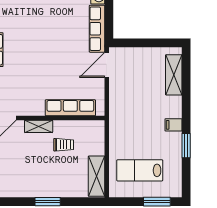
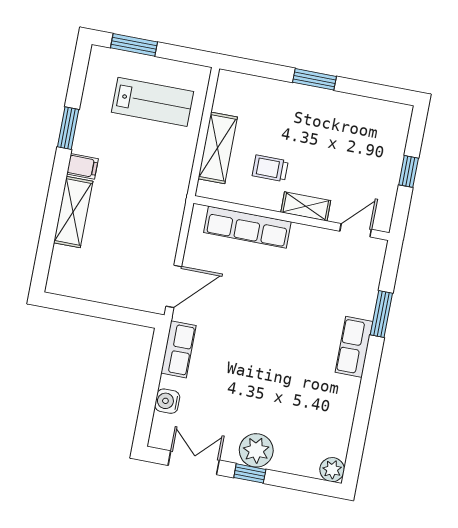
row of seats: (97, 29) -> (178, 349), width x0.68
shelving: (174, 75) -> (73, 212), moved
shelving: (97, 176) -> (218, 148), moved

